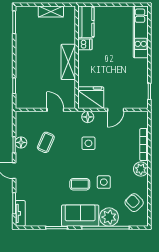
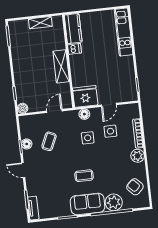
boiler: (21, 103) -> (23, 108), added
door: (55, 110) -> (54, 111), hinge flipped
side table: (104, 182) -> (110, 131), moved

